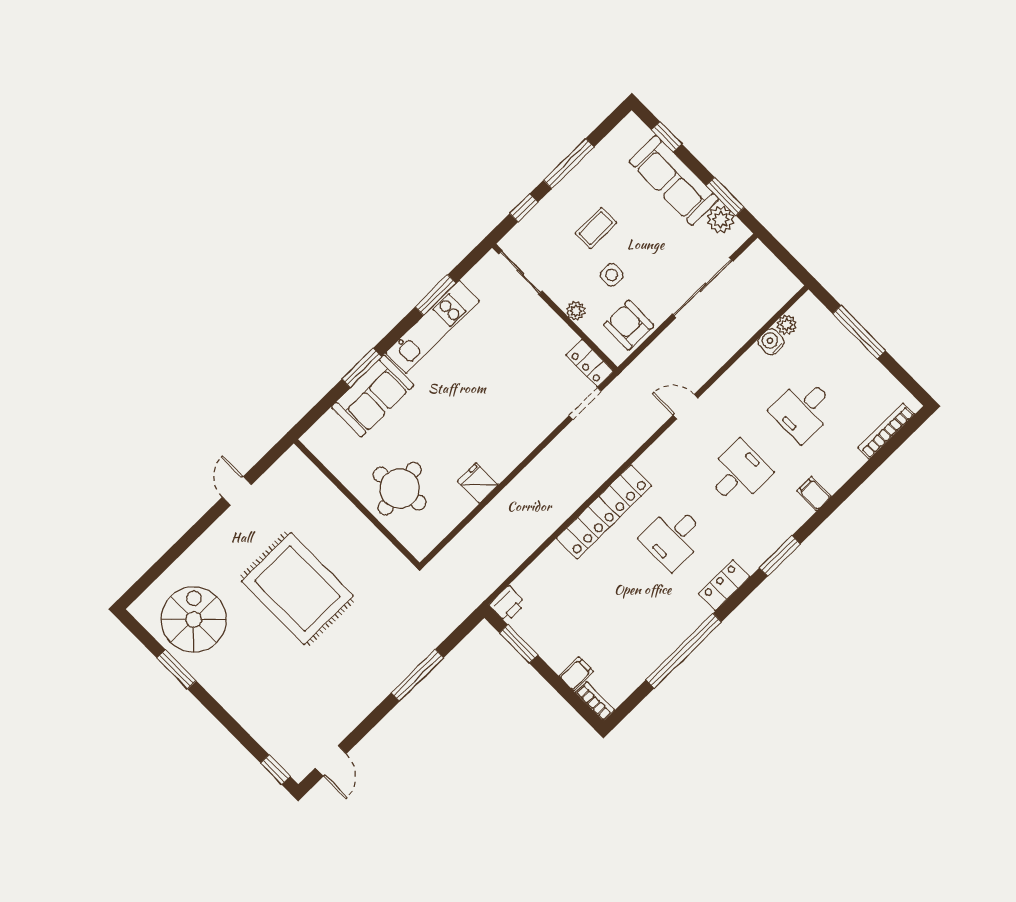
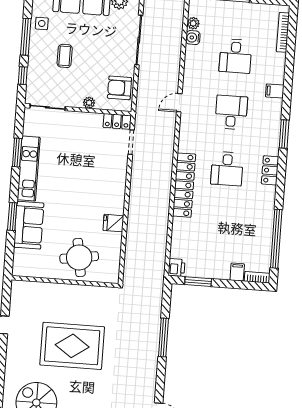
side table: (612, 275) -> (42, 23), moved
window: (684, 651) -> (276, 239), moved

